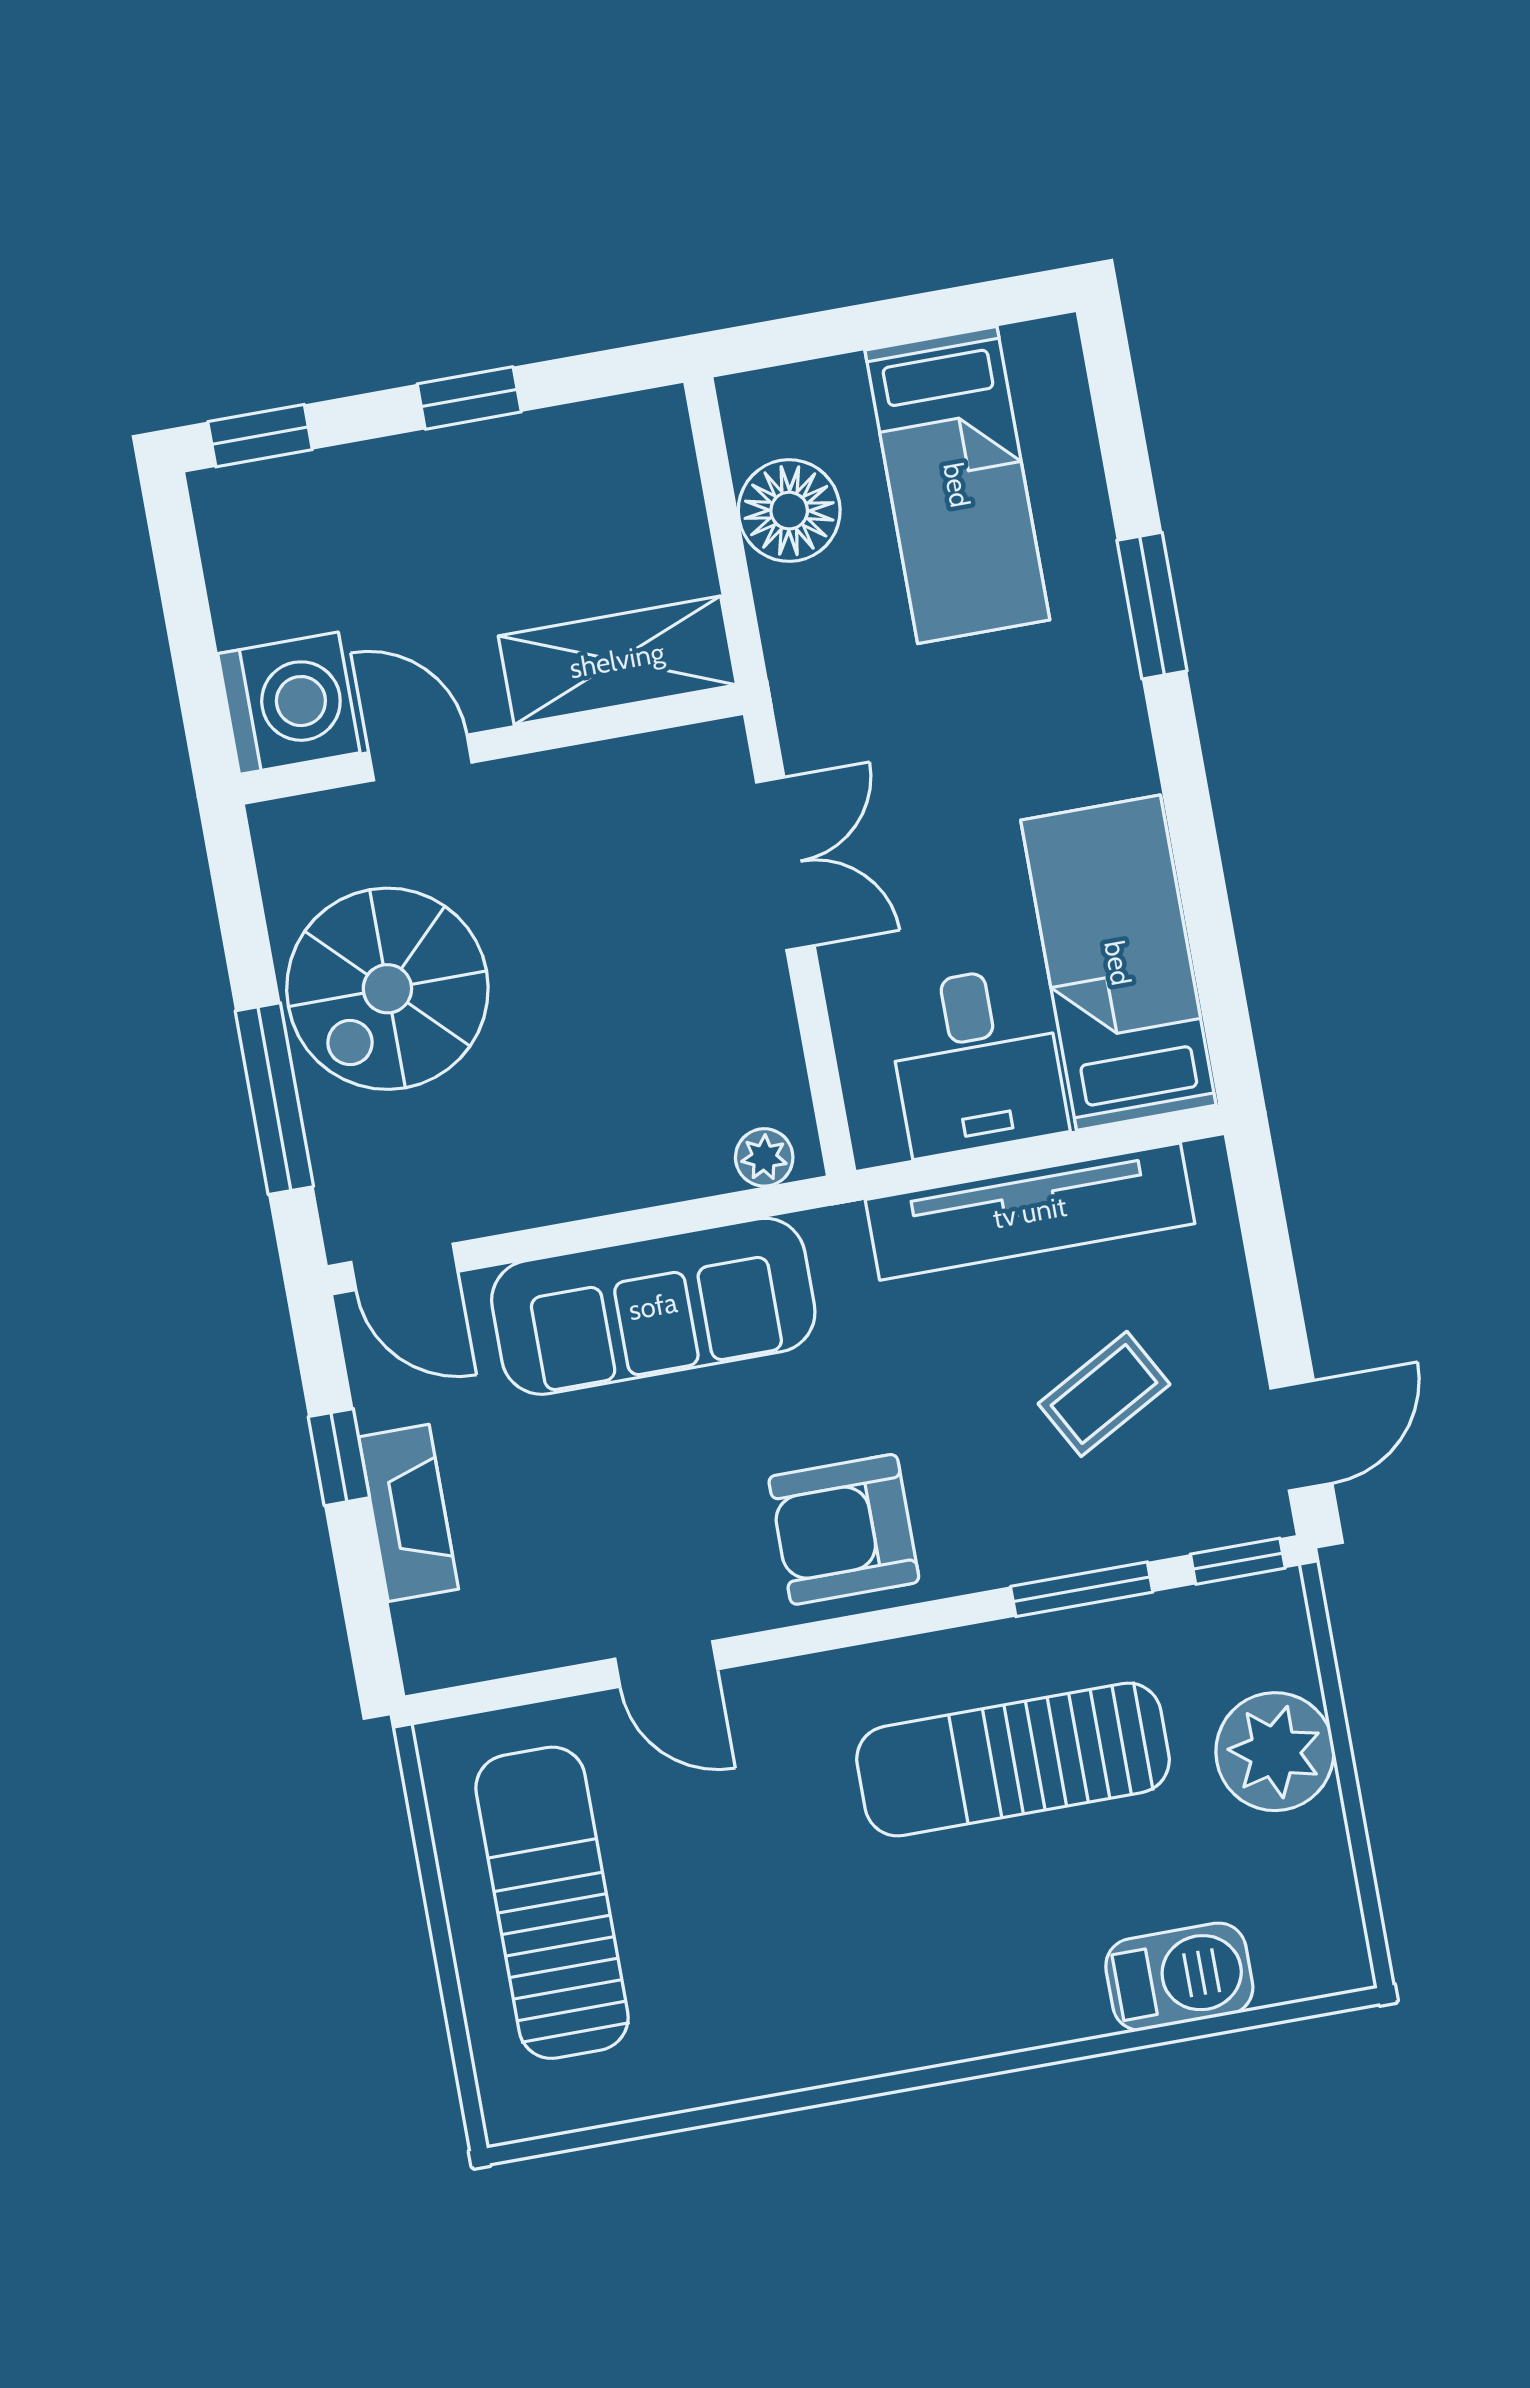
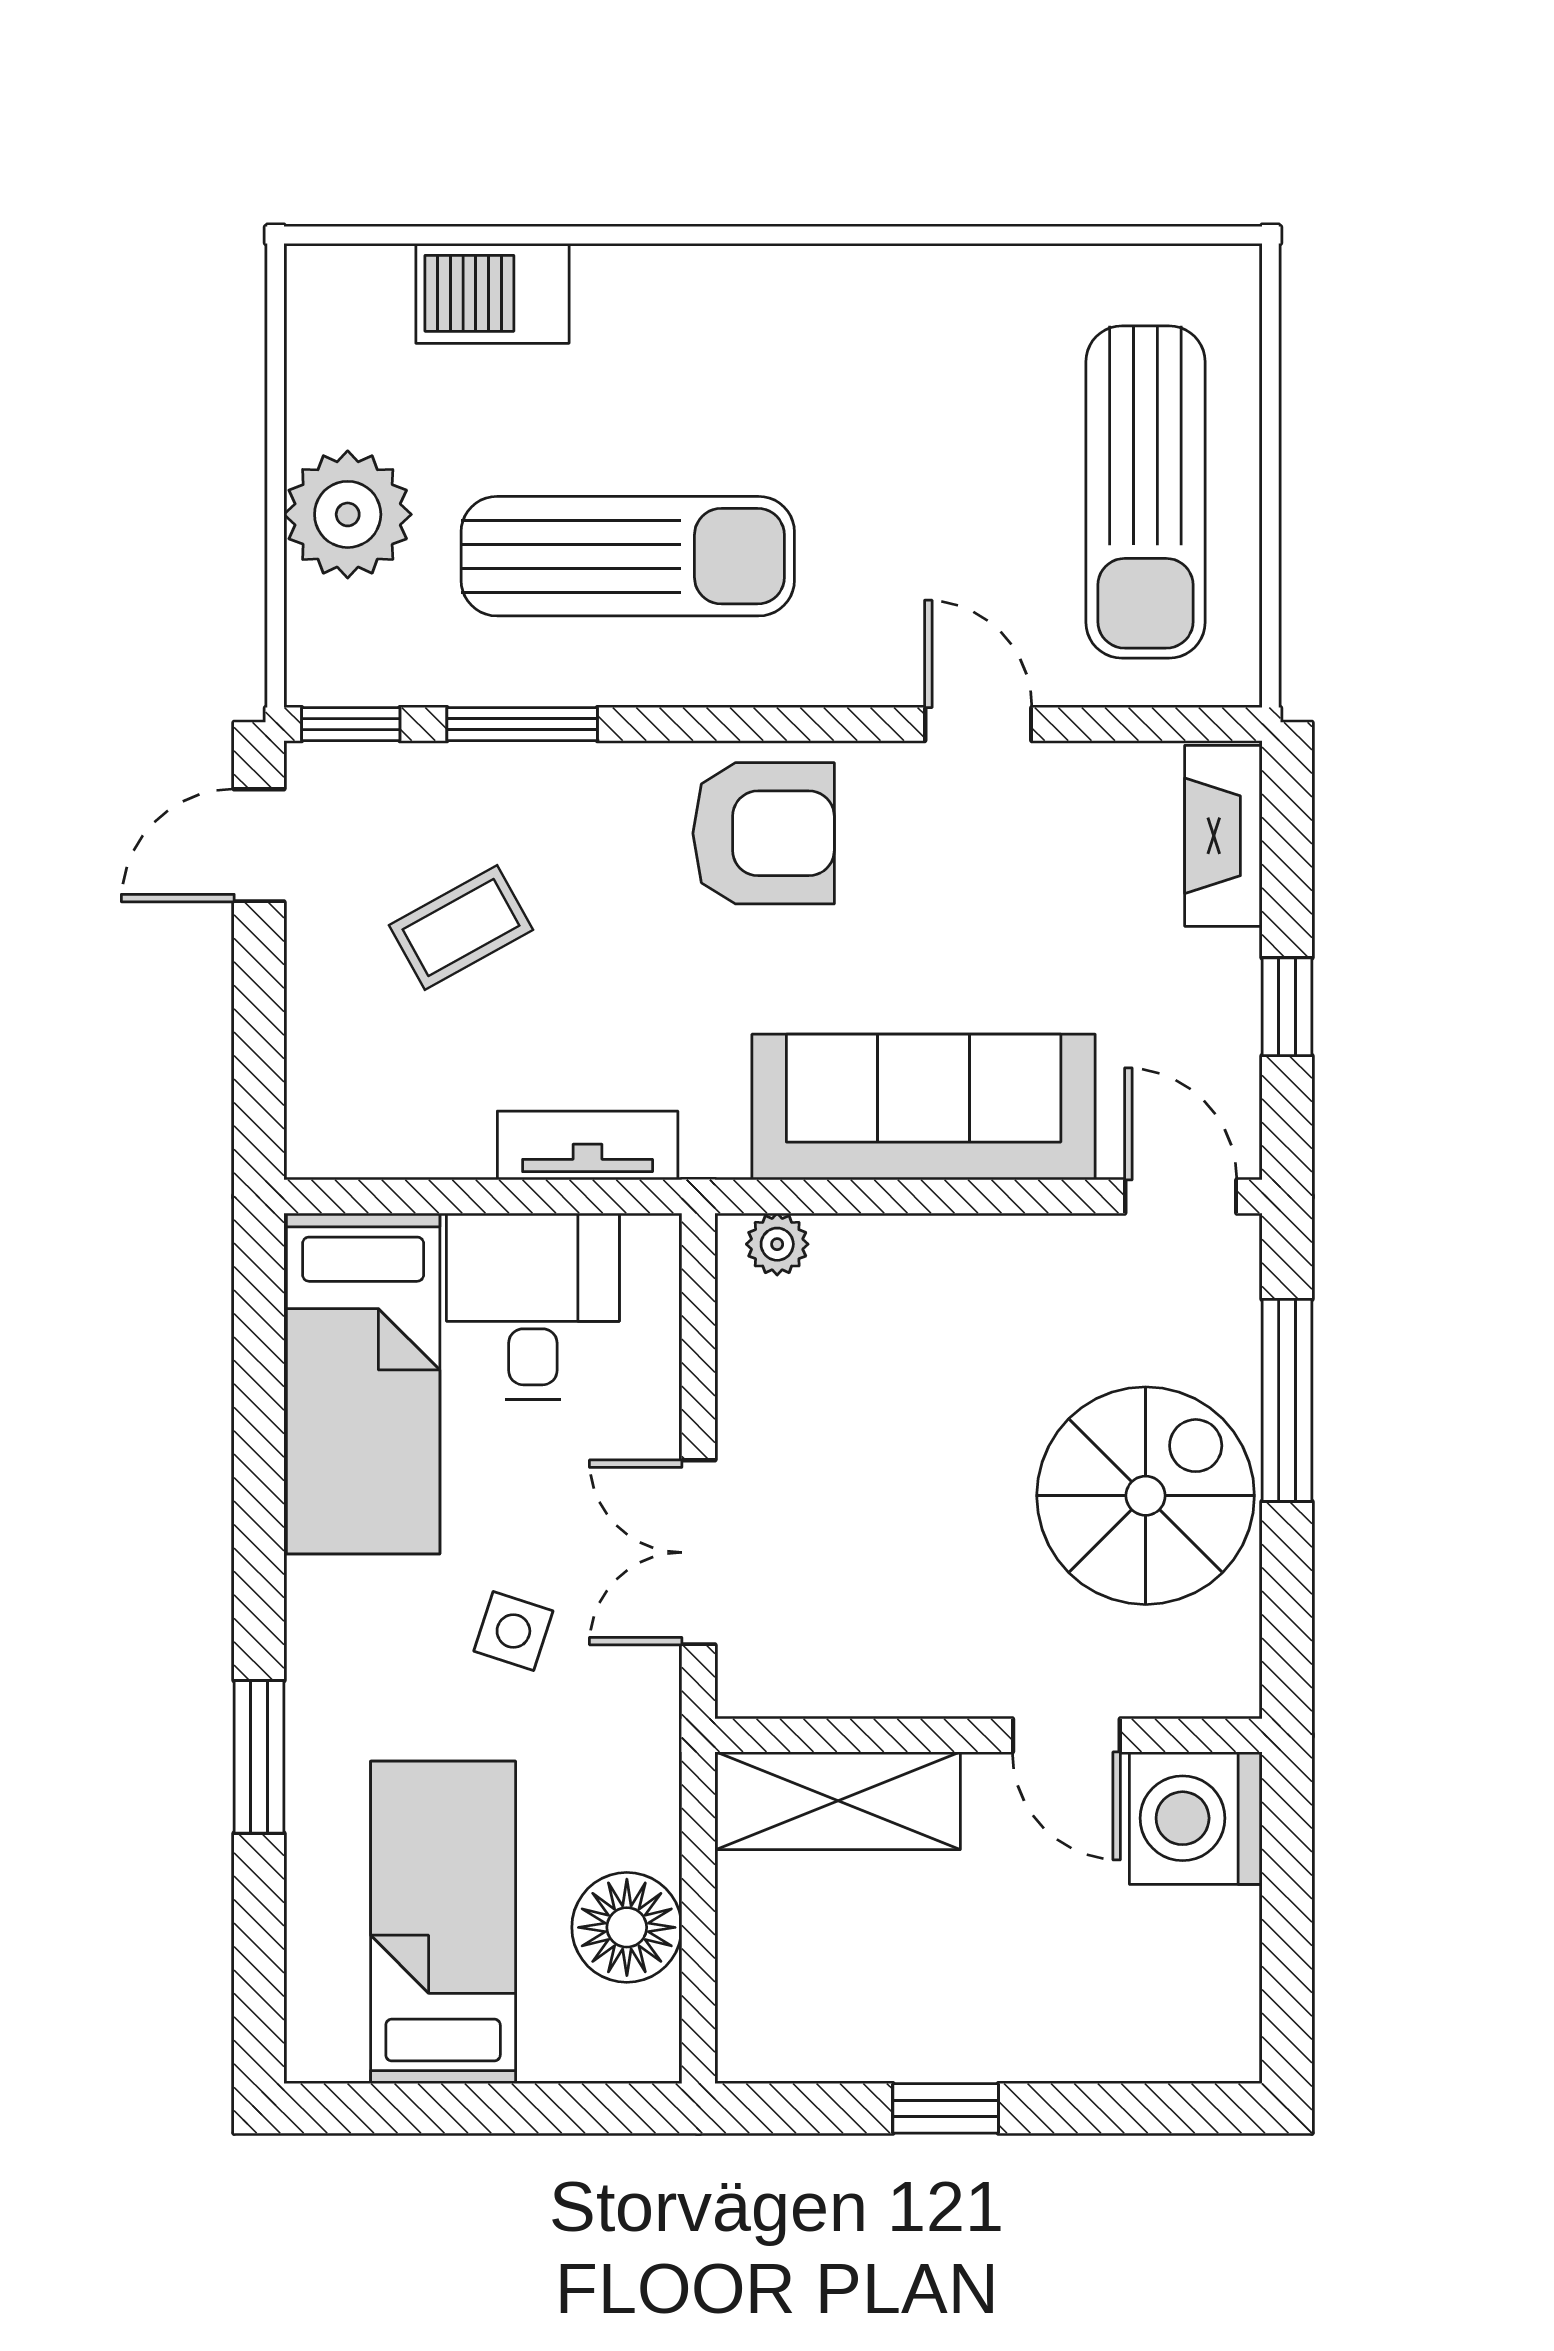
window: (260, 436) -> (1175, 2108), removed
side table: (941, 762) -> (513, 1631), added
tv unit: (1030, 1212) -> (588, 1146), width x0.52, depth x0.78
fireplace: (409, 1513) -> (1223, 836), moved

